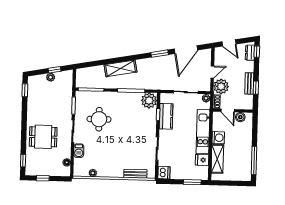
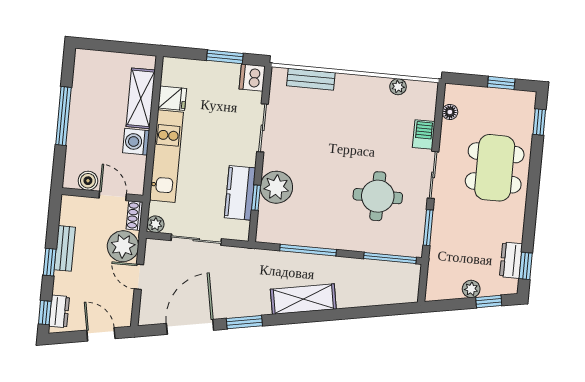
shelving: (121, 68) -> (303, 299), moved
window: (54, 70) -> (489, 302), moved
door: (212, 72) -> (139, 277), hinge flipped
window: (256, 88) -> (50, 262), moved
dresser: (32, 92) -> (511, 260), added
plant: (149, 101) -> (276, 187), moved
dining table: (43, 137) -> (495, 168), width x1.38
window: (254, 161) -> (63, 116), moved
window: (192, 182) -> (225, 57), moved

